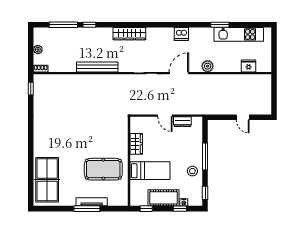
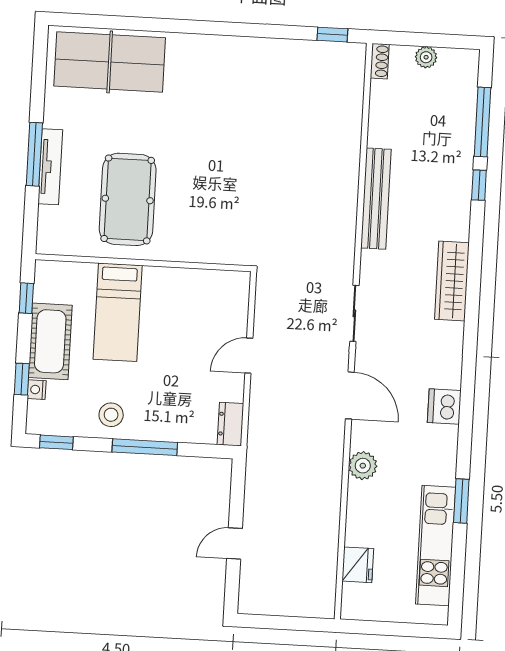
dresser: (182, 122) -> (230, 424), moved
wardrobe: (136, 144) -> (185, 282), removed

